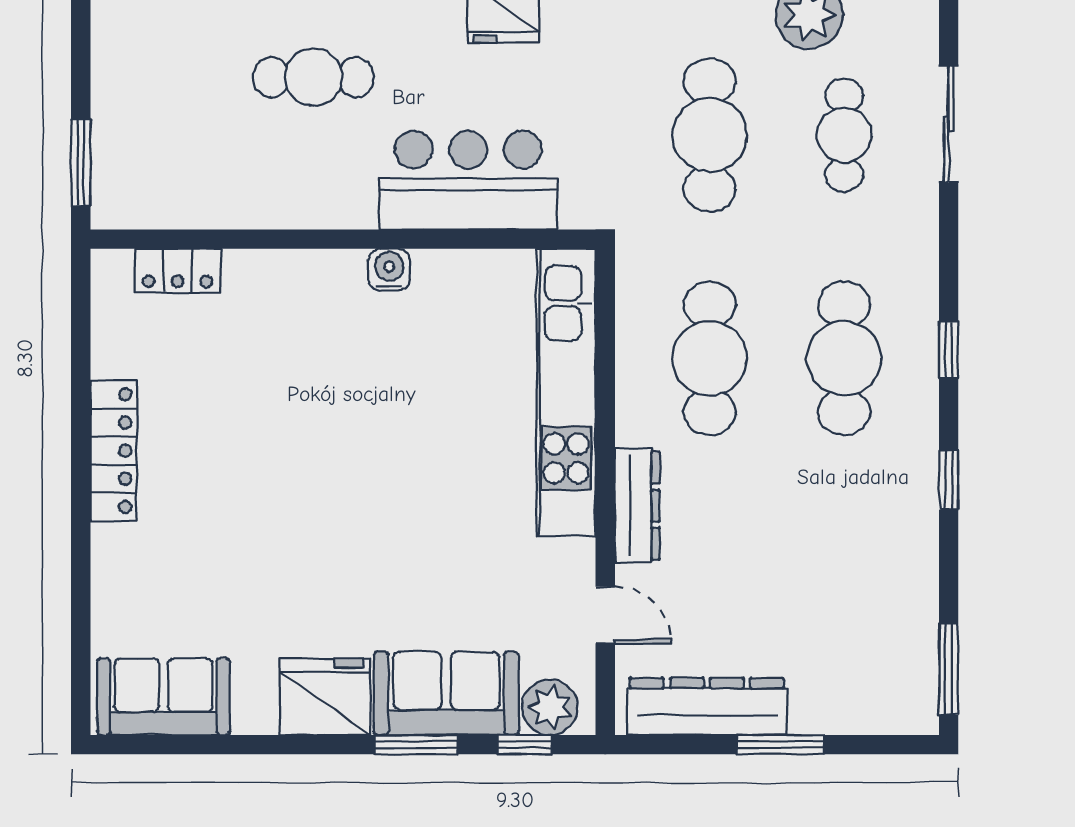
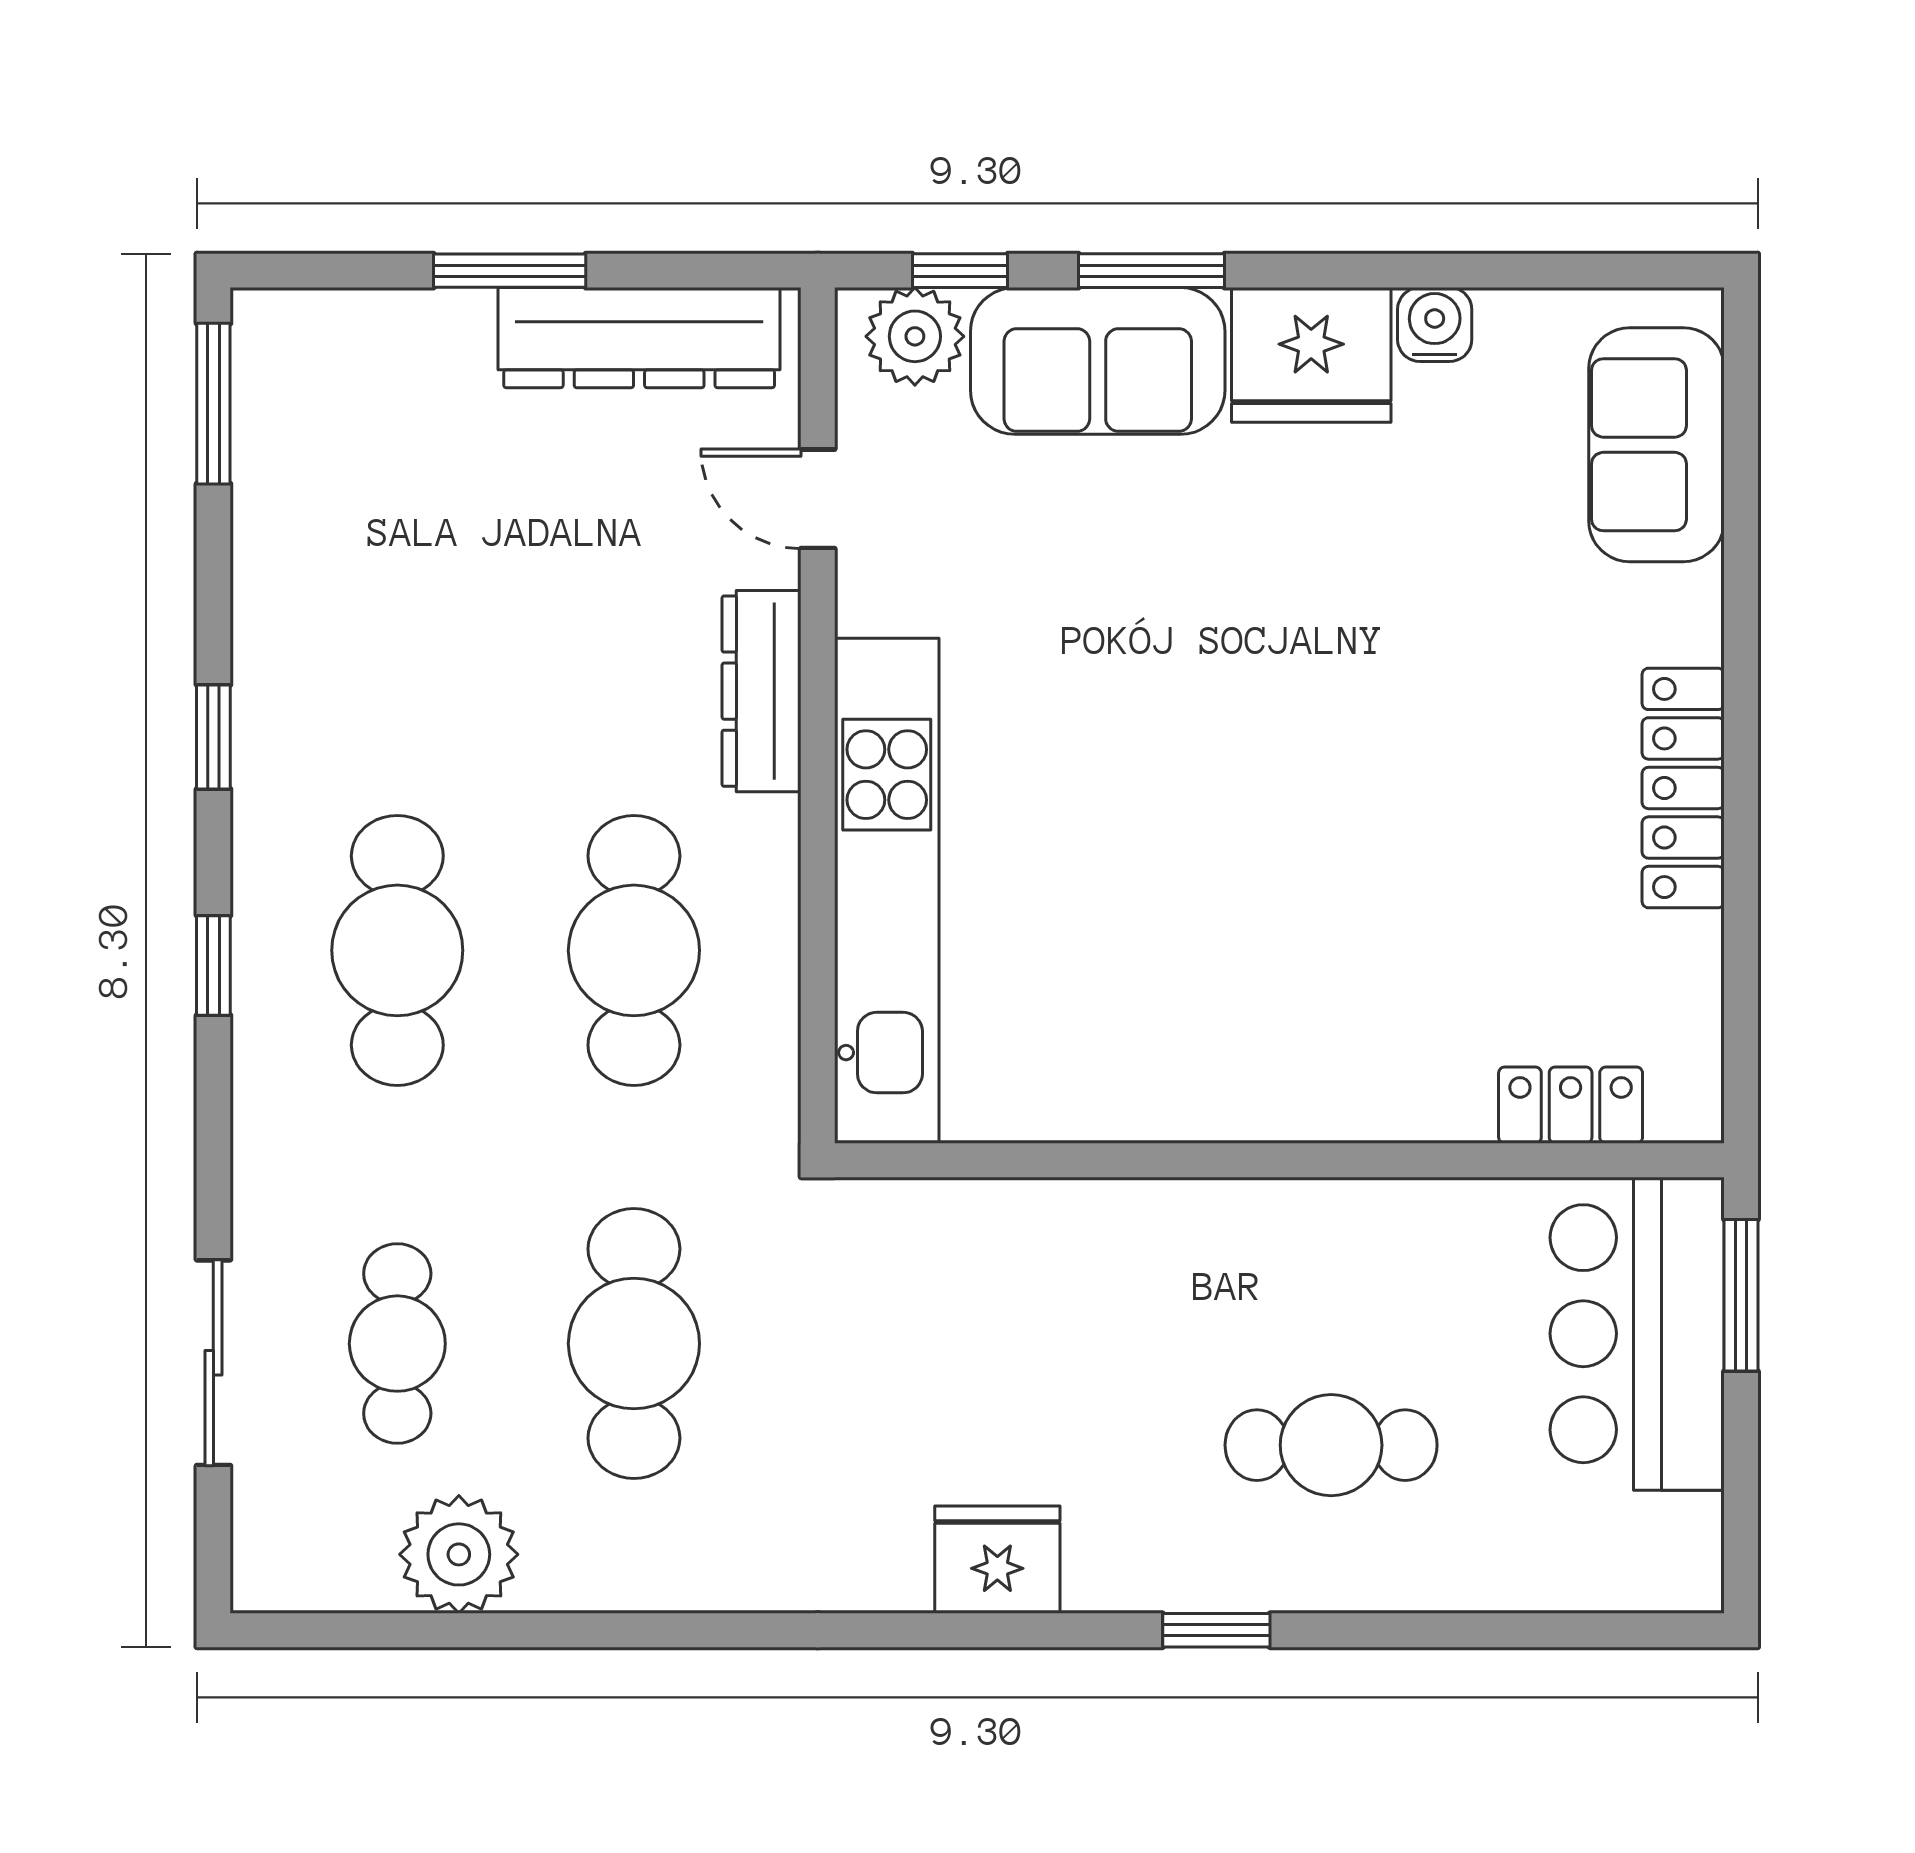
bar counter: (468, 180) -> (1637, 1334), moved, turned 90
water cooler: (389, 270) -> (1435, 324), moved, turned 180
sofa: (163, 697) -> (1657, 445), moved, turned 90

